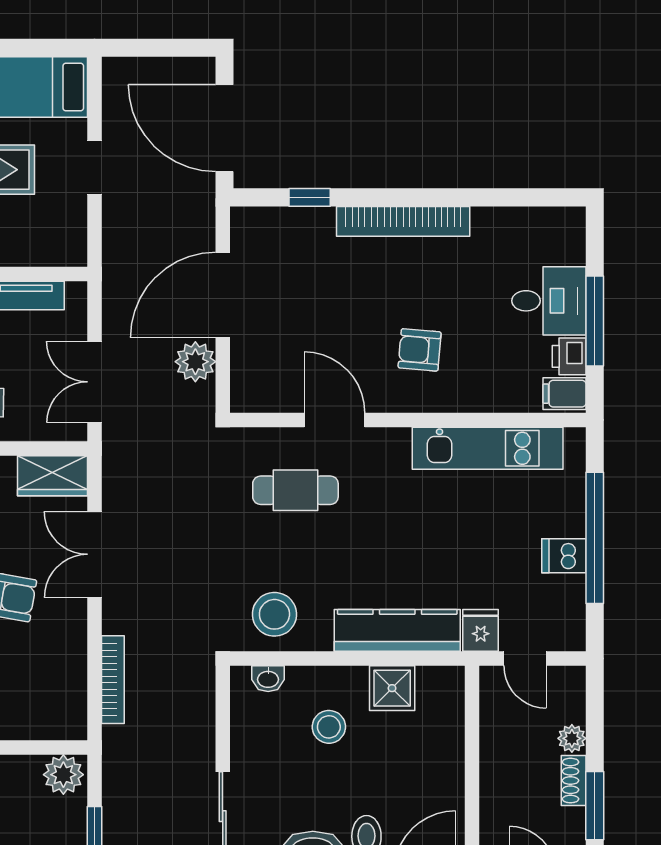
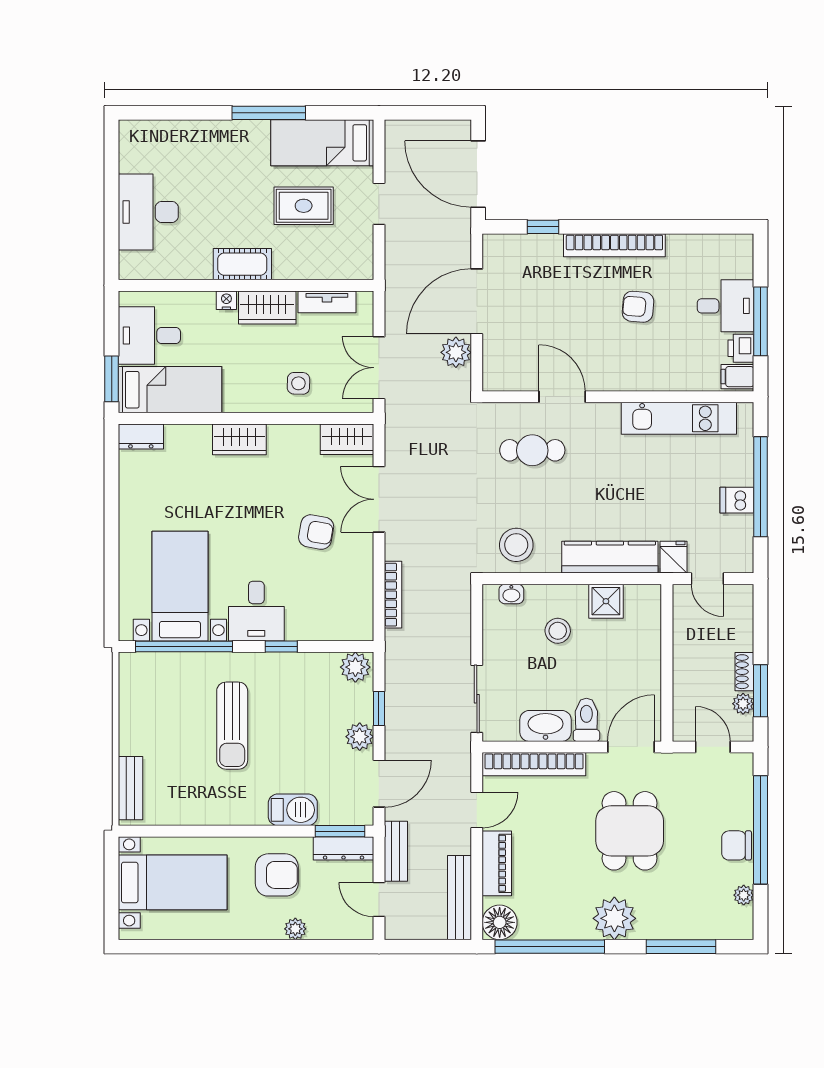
armchair: (420, 350) -> (638, 307), moved
plant: (572, 738) -> (743, 704), moved

